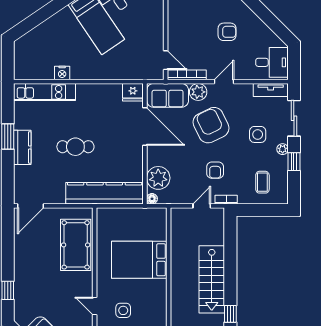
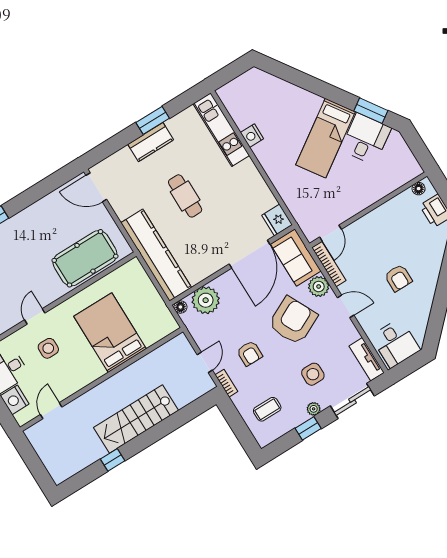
armchair: (215, 170) -> (250, 353), turned -90
door: (202, 206) -> (205, 362), hinge flipped

